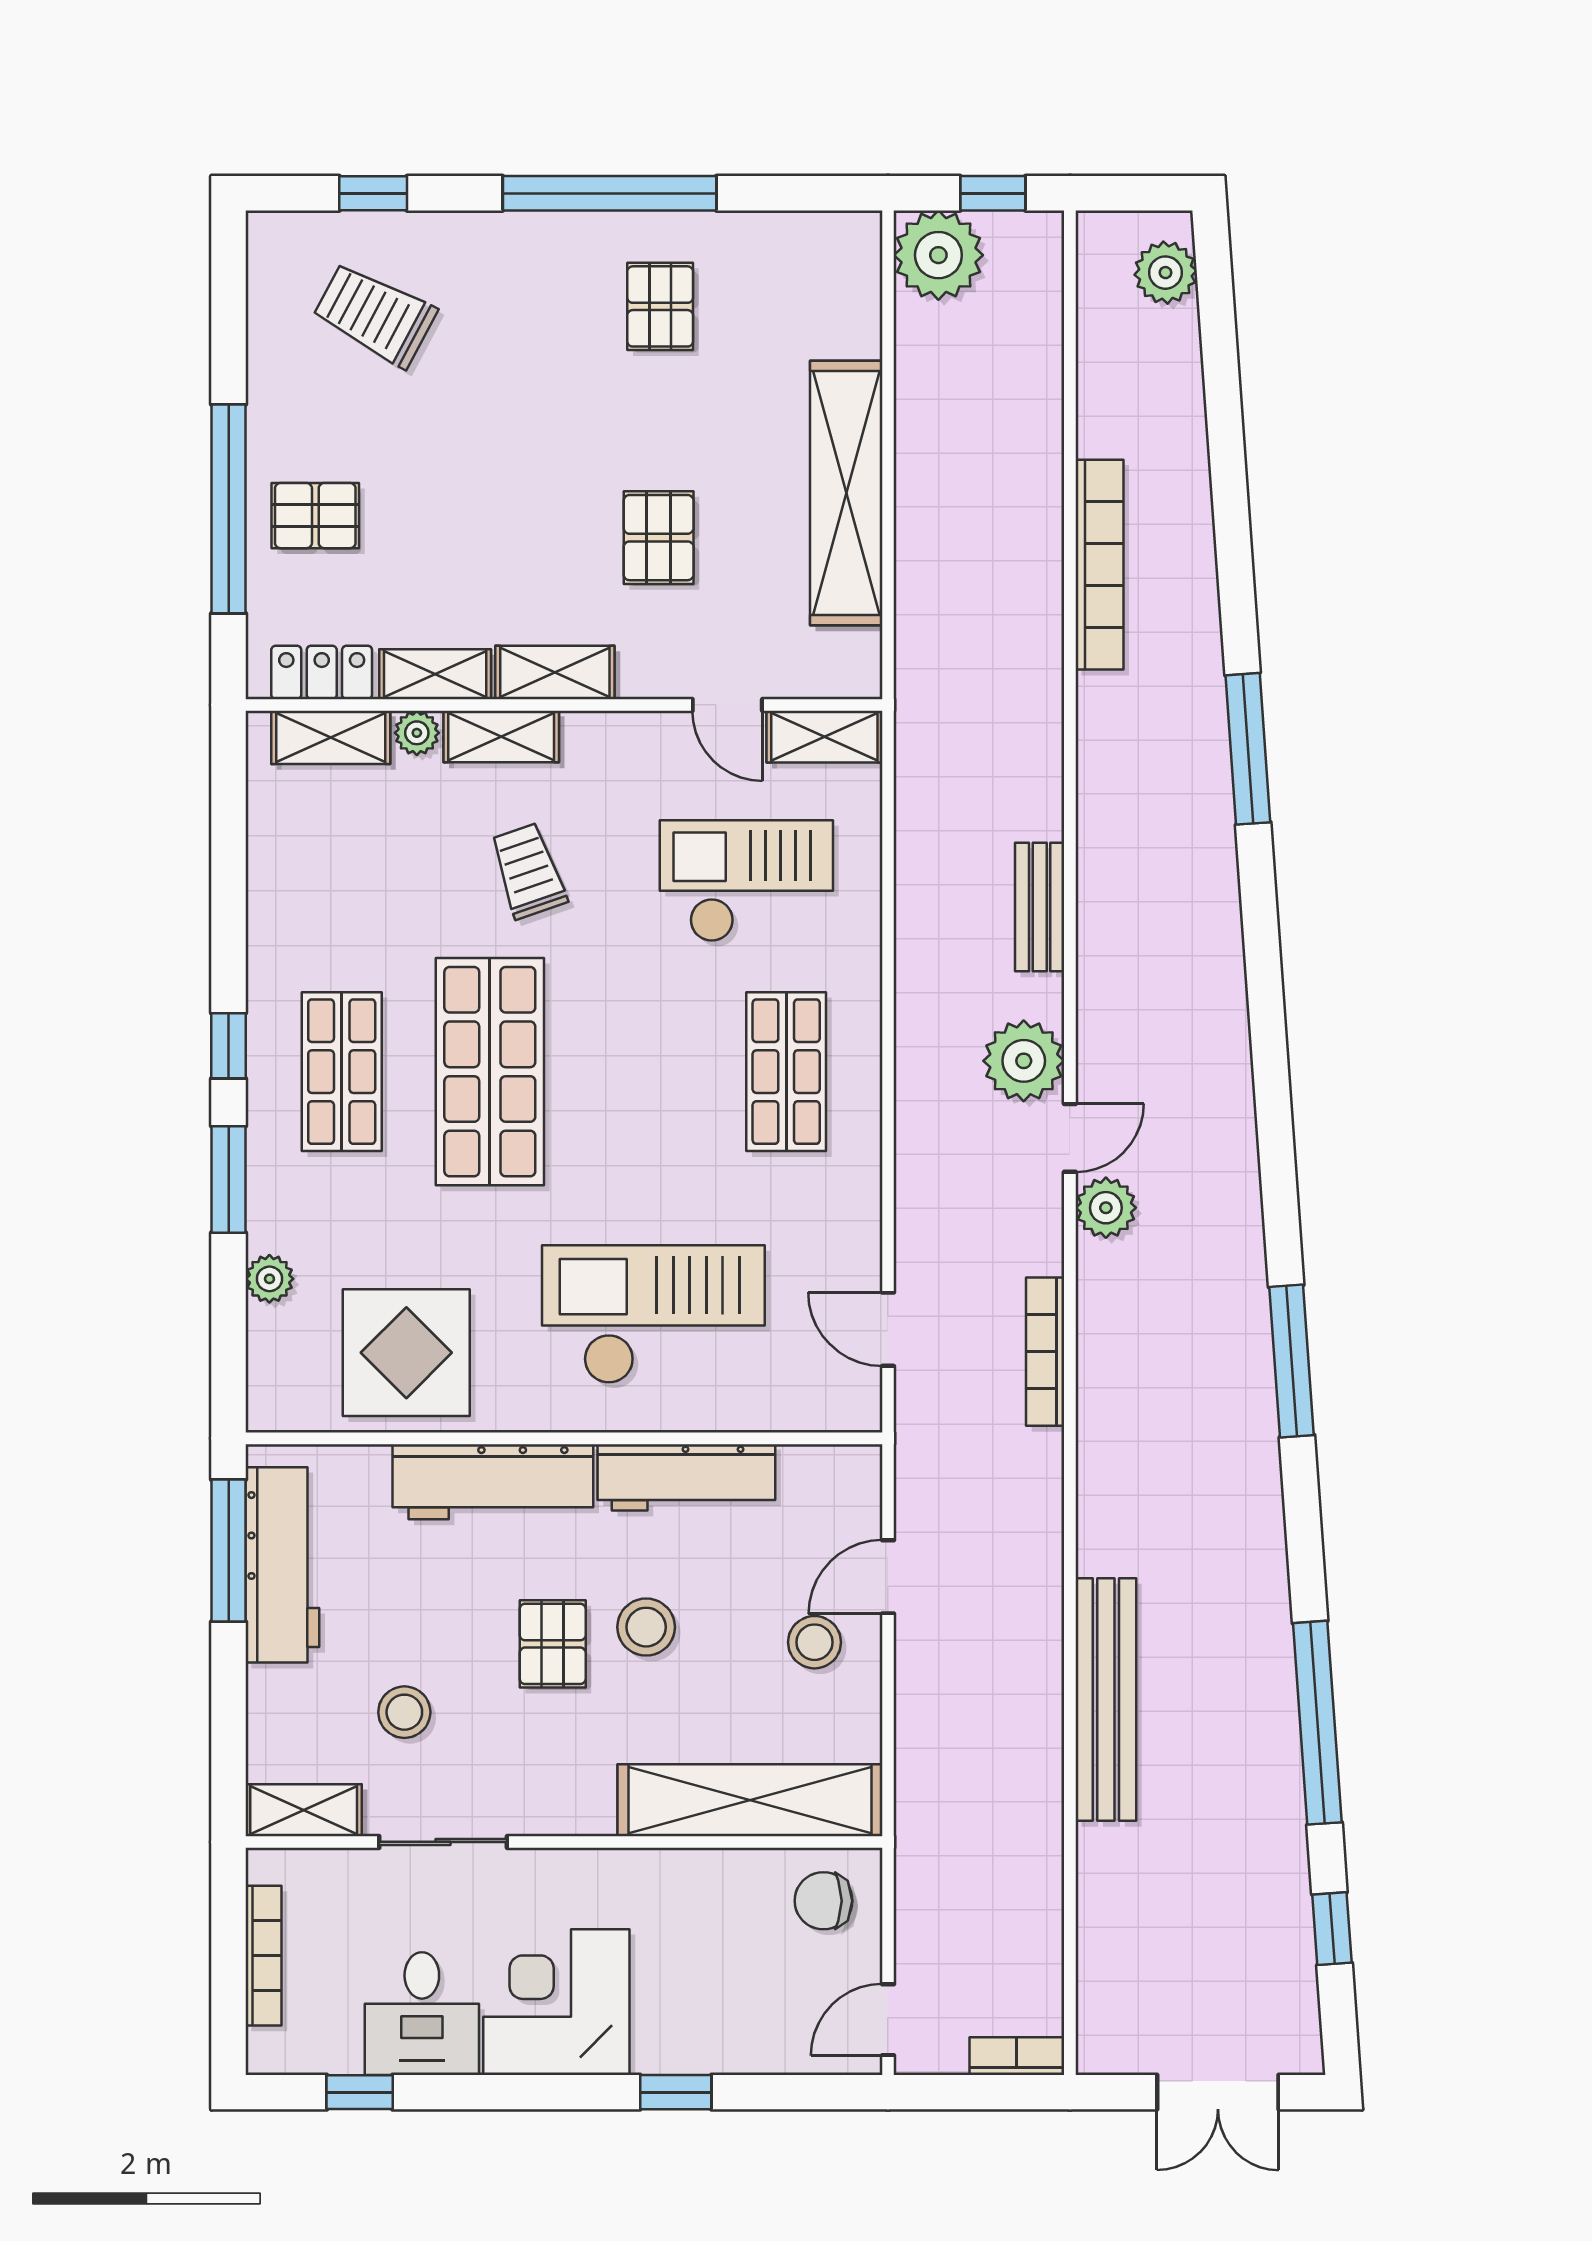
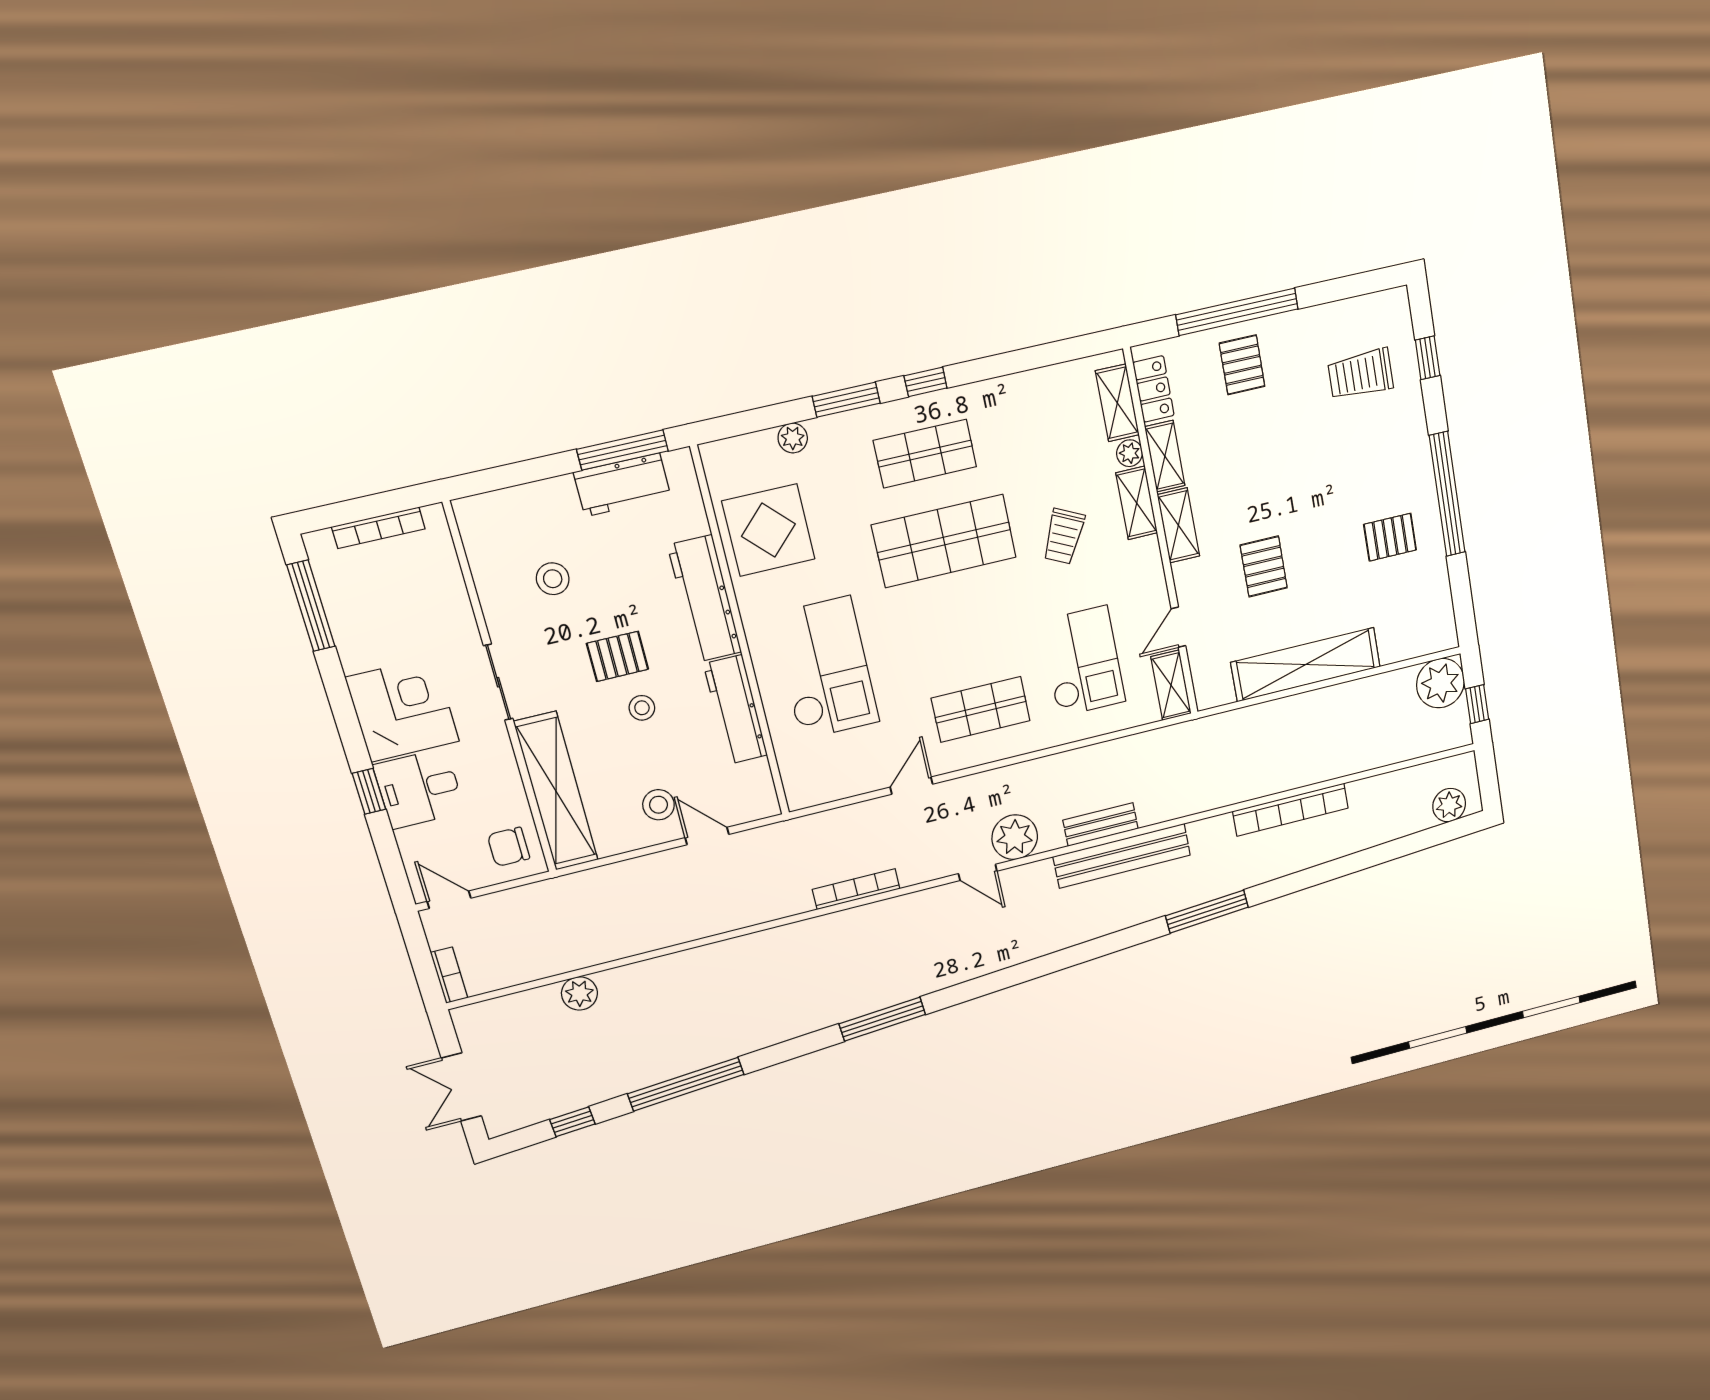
trolley: (375, 315) -> (1361, 374), turned -118
pallet: (659, 538) -> (1264, 567), turned 90
trolley: (528, 871) -> (1064, 536), turned 135
plant: (1106, 1208) -> (579, 993), moved
door: (888, 1329) -> (911, 786), moved
workbench: (282, 1565) -> (622, 485), width x0.73
stool: (646, 1627) -> (642, 708), width x0.73, depth x0.73
bench: (1106, 1700) -> (1122, 856), moved
shelving: (304, 1810) -> (476, 532), removed
sliding door: (443, 1842) -> (498, 682), moved
chair: (824, 1901) -> (509, 847), turned -90
desk: (422, 2014) -> (419, 789), moved
window: (360, 2092) -> (311, 606), width x2.17

